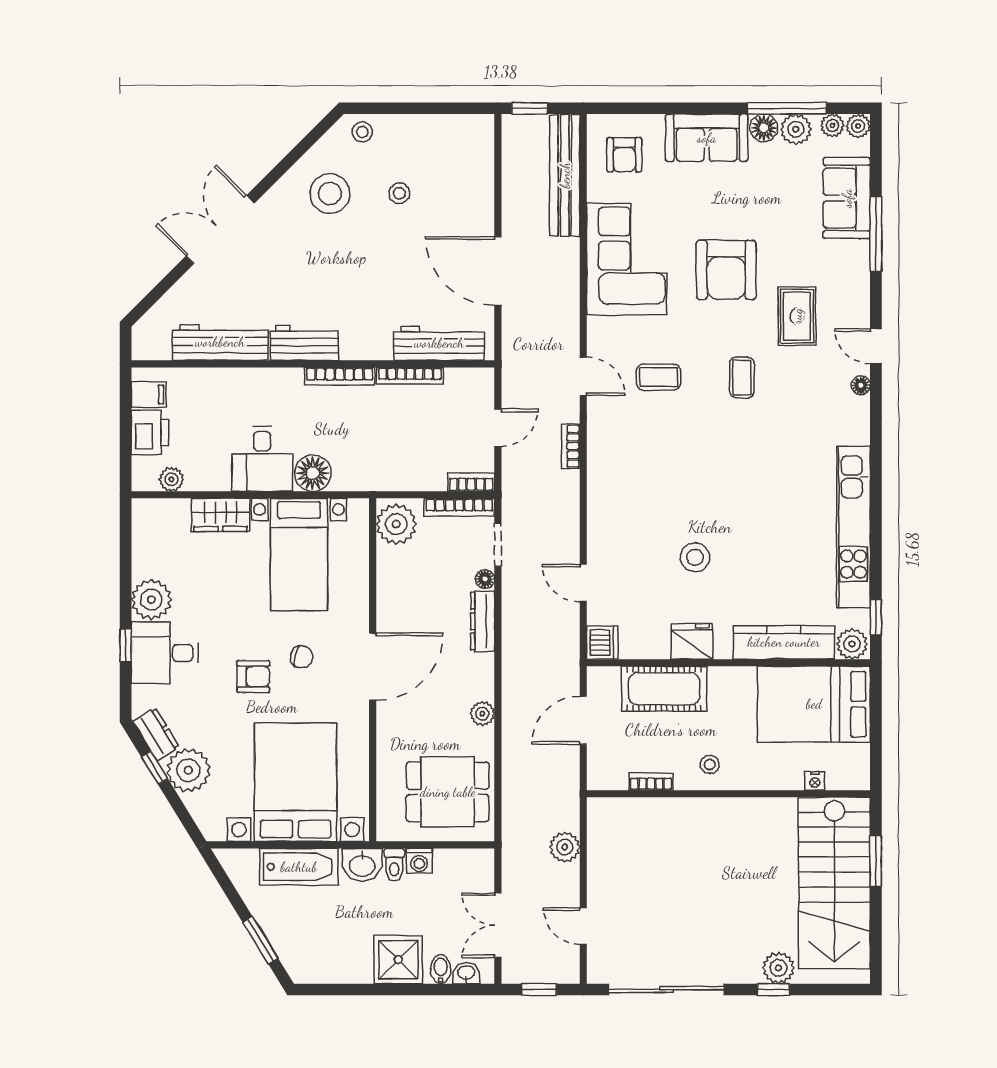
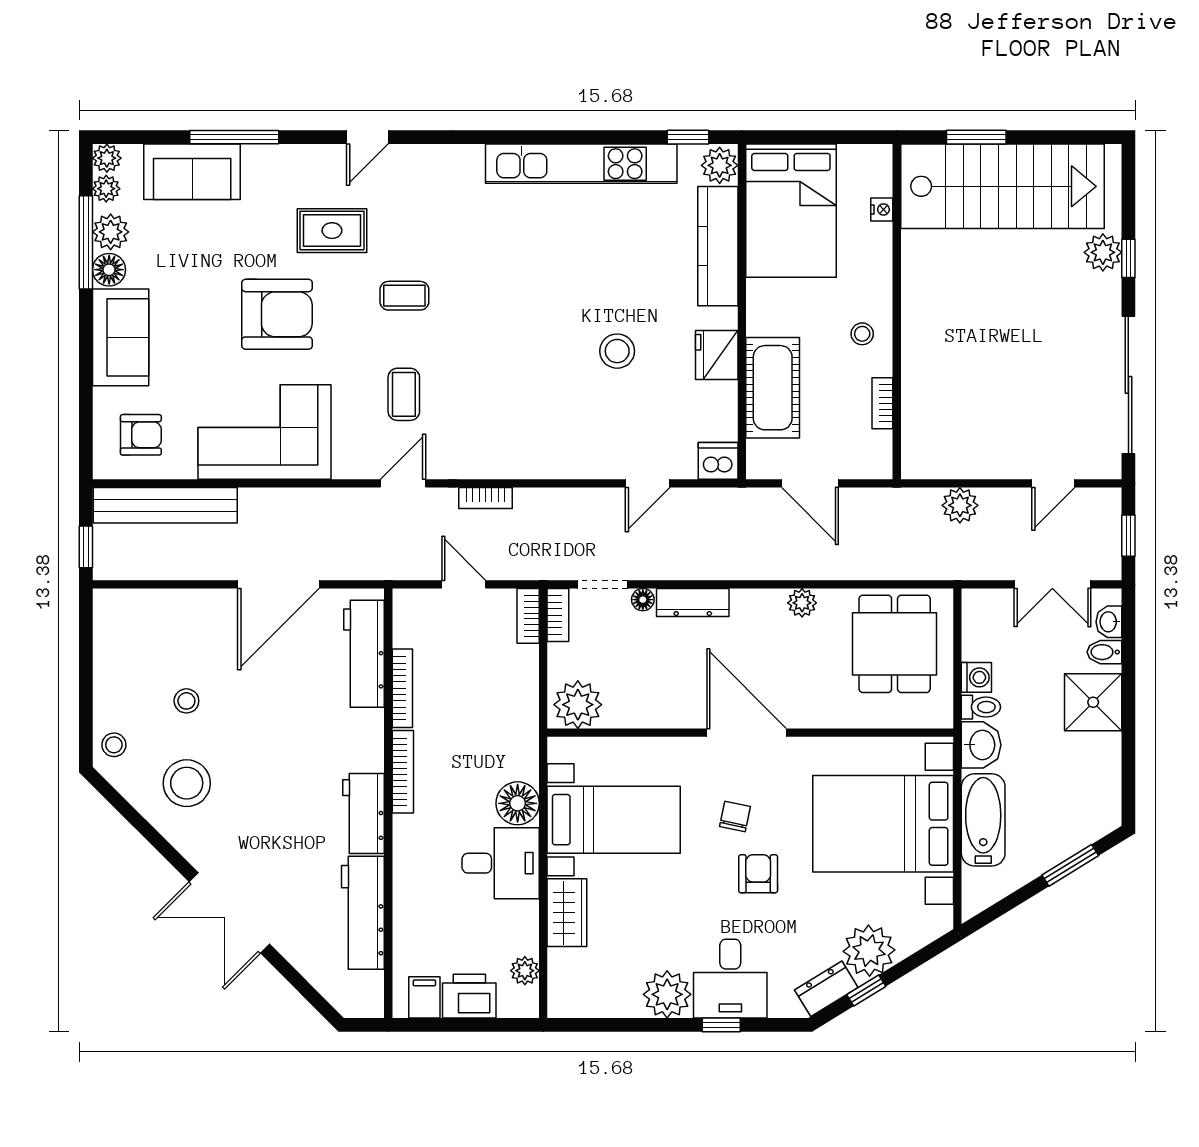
floor lamp: (861, 385) -> (414, 155), removed
bookcase: (459, 507) -> (558, 615), width x0.64

